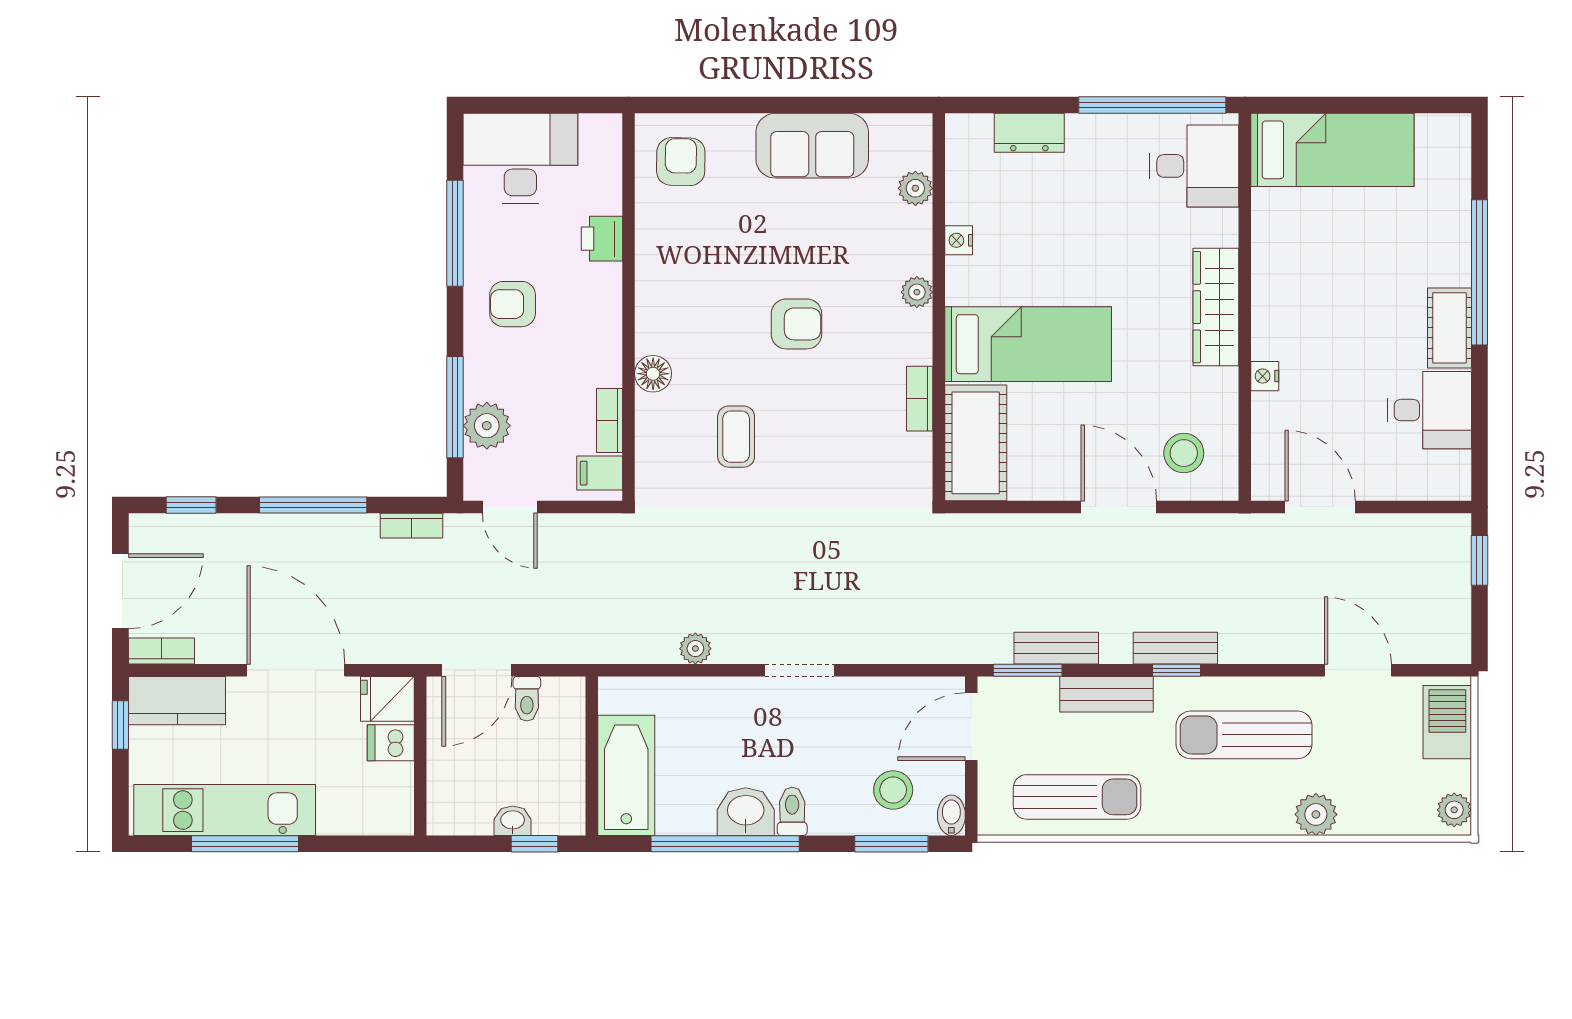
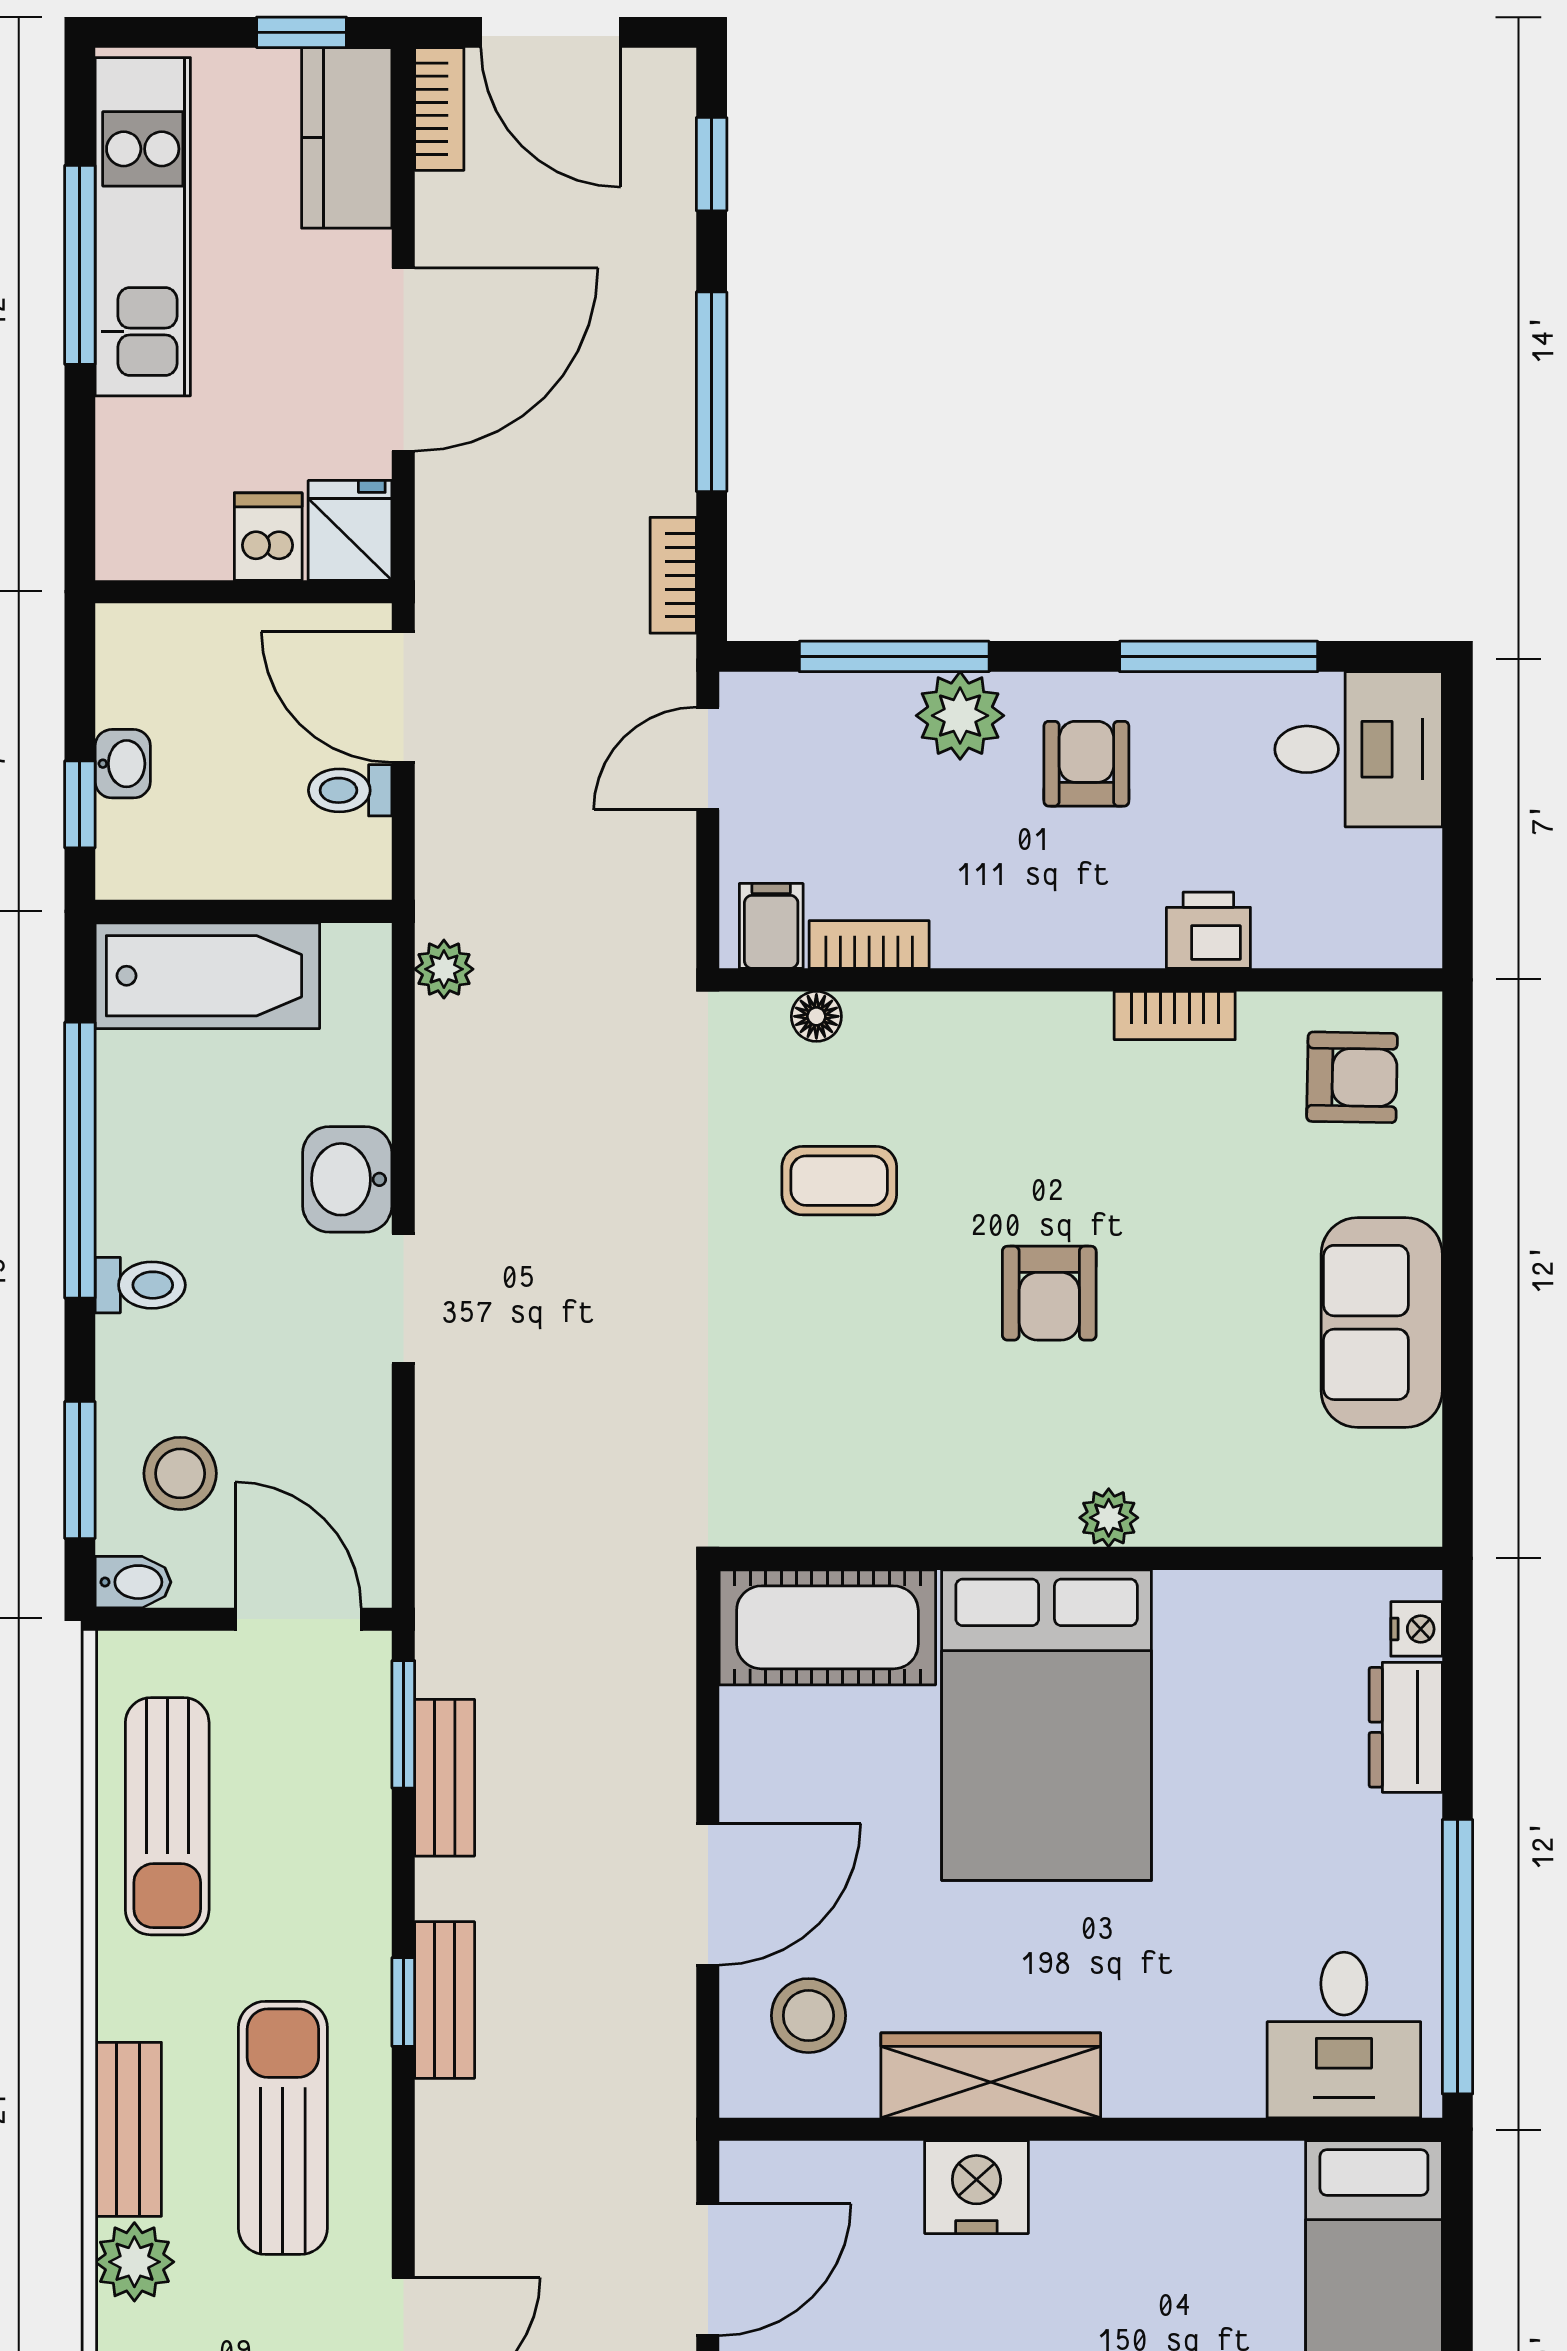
desk: (520, 158) -> (1359, 749), width x0.73
plant: (915, 188) -> (1302, 1515), removed
nightstand: (959, 240) -> (1417, 1629), moved, turned 90
wardrobe: (1216, 307) -> (991, 2075), moved
bed: (1028, 344) -> (1047, 1725), width x1.50
floor lamp: (653, 374) -> (816, 1016), moved, width x0.73, depth x0.73
nightstand: (1265, 376) -> (976, 2187), width x1.89, depth x1.79
bookcase: (920, 399) -> (1175, 1016), moved, turned 180
plant: (487, 426) -> (960, 716), moved
plant: (695, 649) -> (444, 969), moved
bench: (1106, 694) -> (128, 2129), moved
washbasin: (746, 812) -> (347, 1179), moved, turned 180

